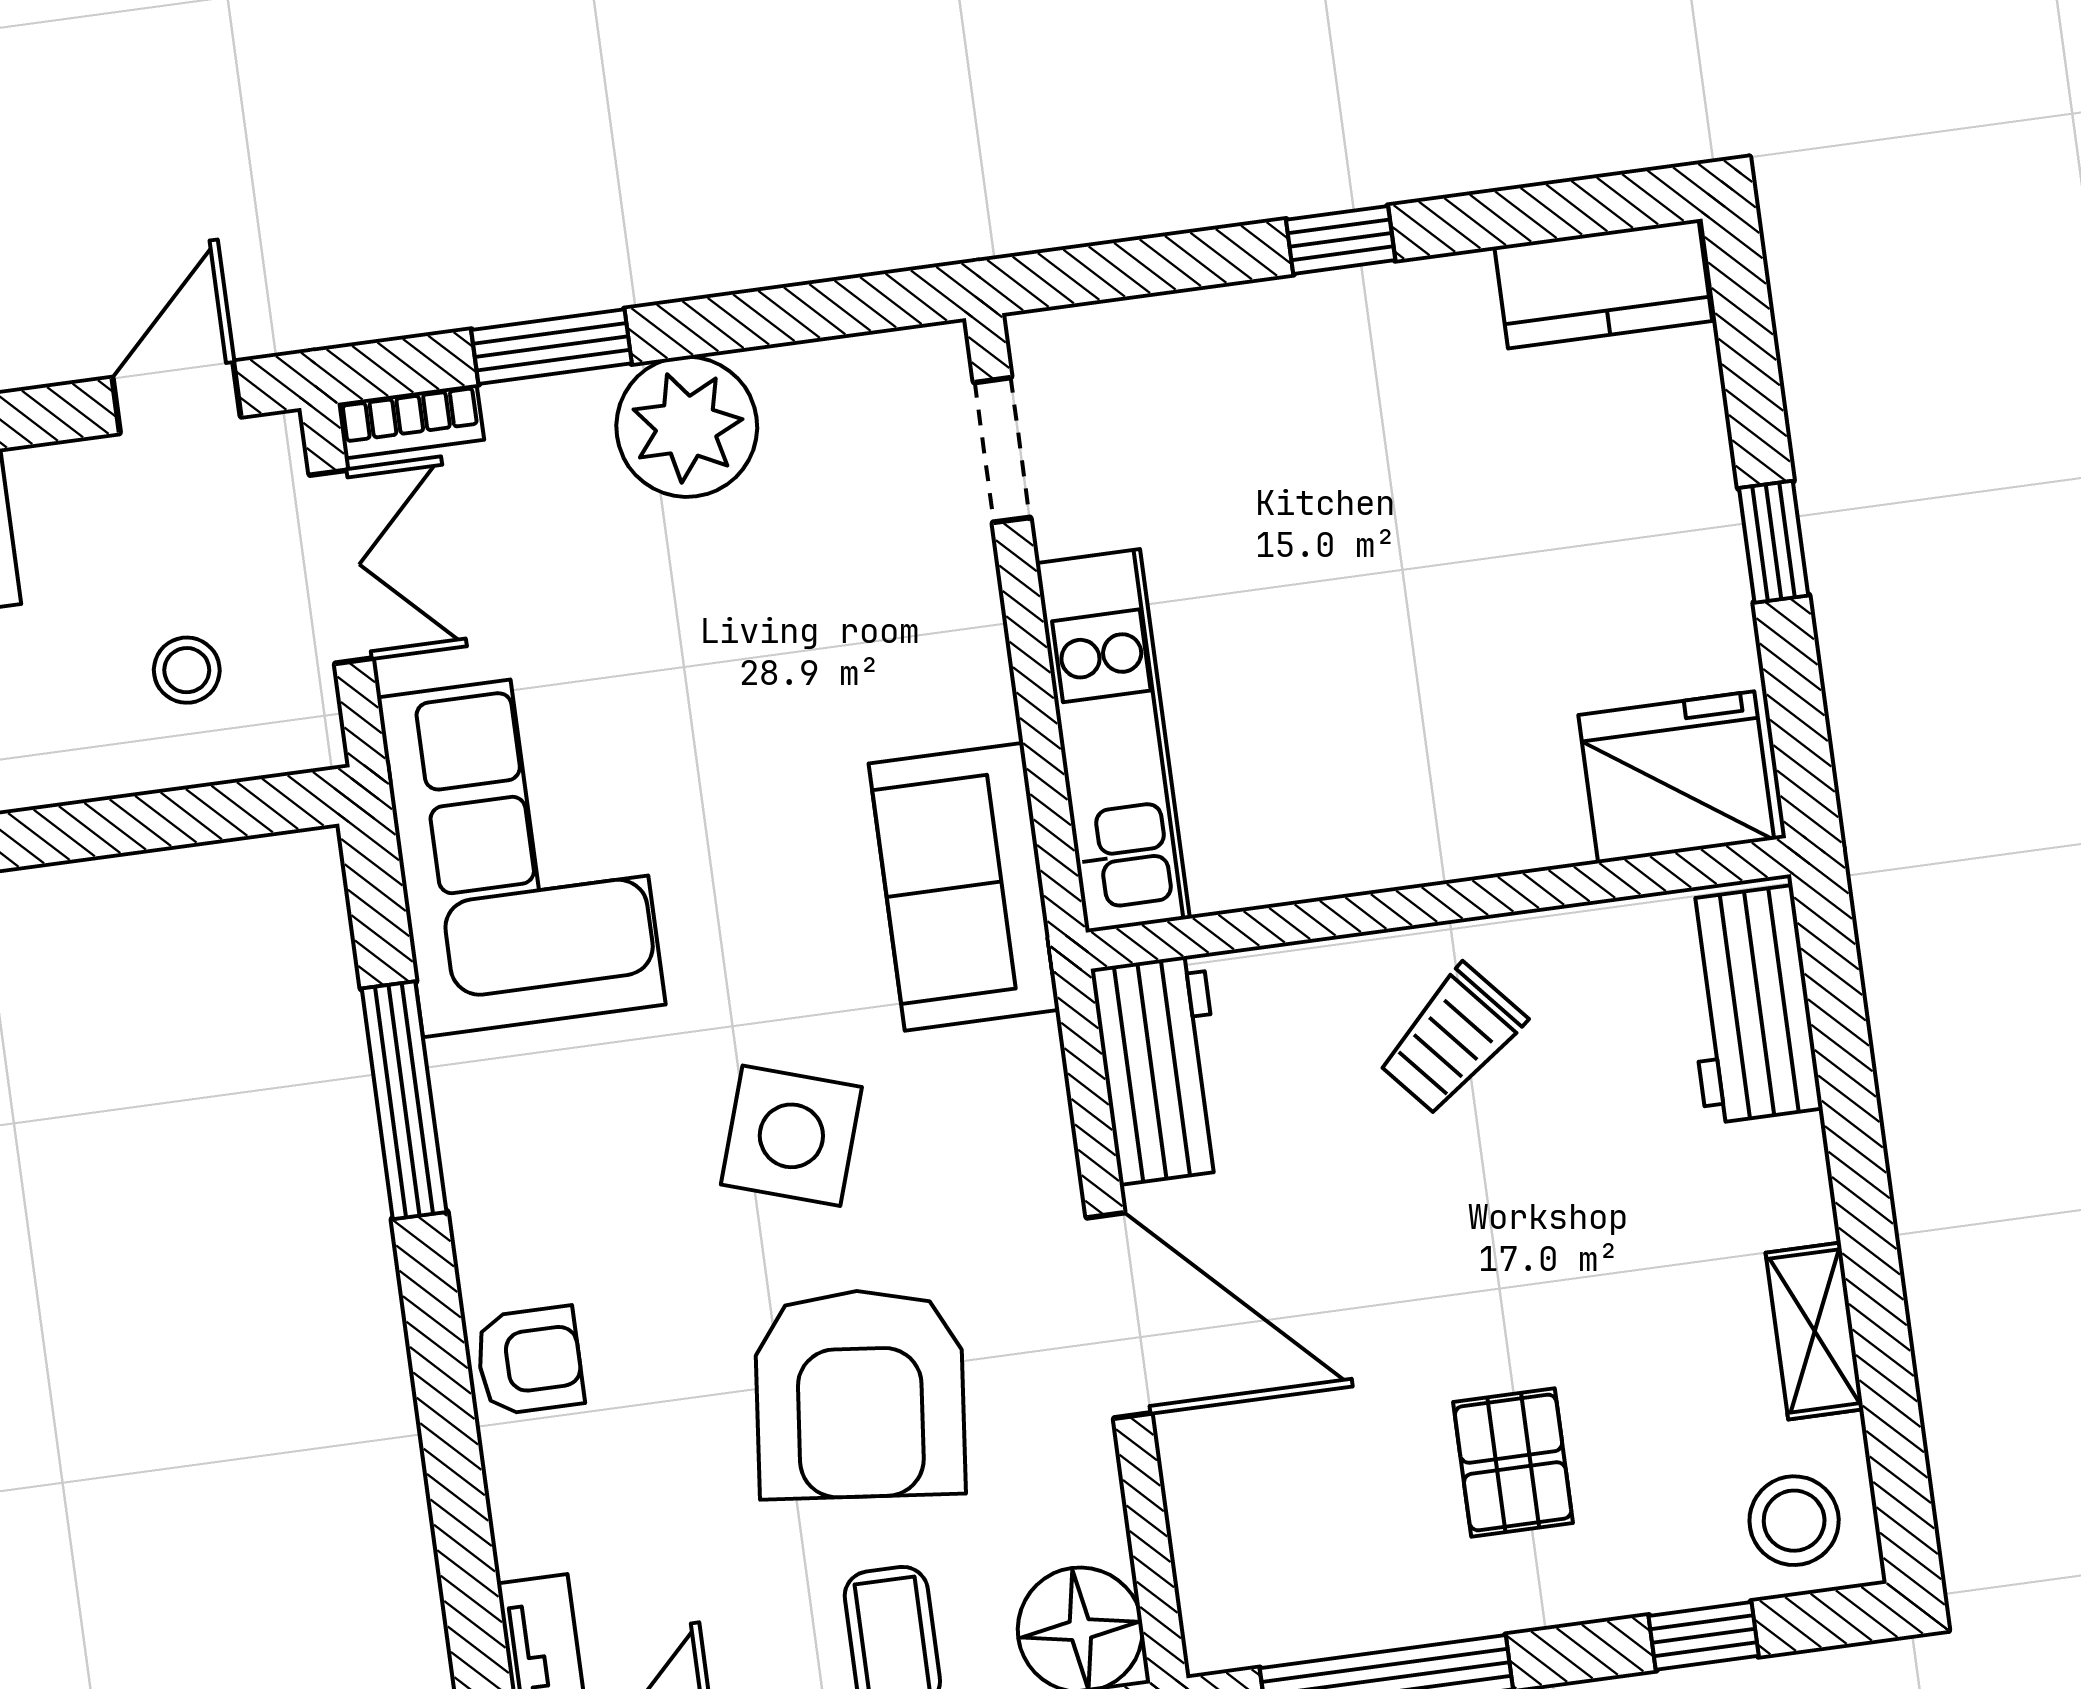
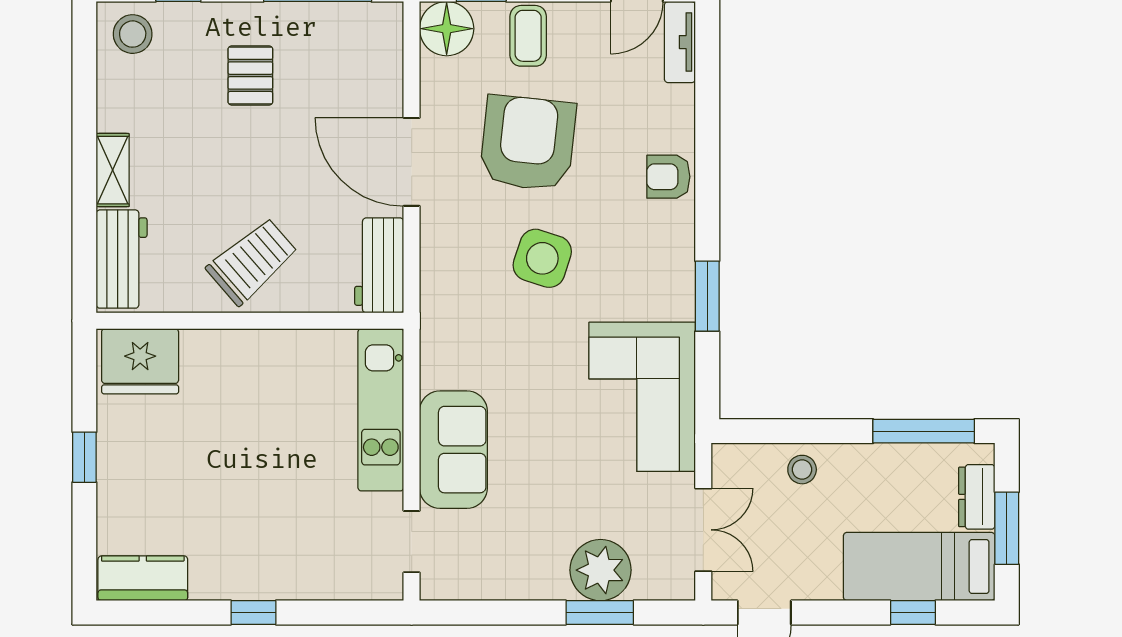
bookcase: (411, 421) -> (665, 588), removed
plant: (687, 427) -> (601, 570), moved
double door: (341, 567) -> (703, 530), swing flipped
stool: (187, 670) -> (802, 470), moved
sofa: (964, 887) -> (453, 450), moved
trolley: (1452, 1040) -> (252, 261), width x1.36, depth x1.39
window: (404, 1100) -> (707, 296), width x0.69
shelving: (1815, 1331) -> (113, 170), moved

